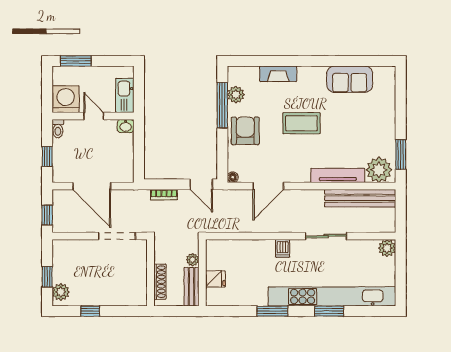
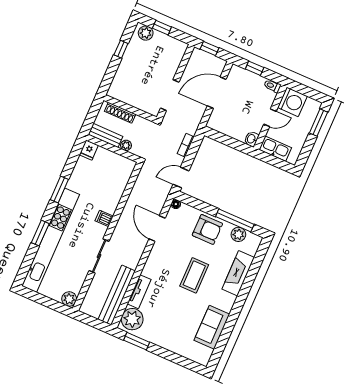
fireplace: (278, 74) -> (238, 273), width x1.37, depth x1.32
tv unit: (338, 175) -> (139, 292), width x0.71
fridge: (215, 279) -> (89, 150), moved

